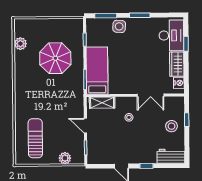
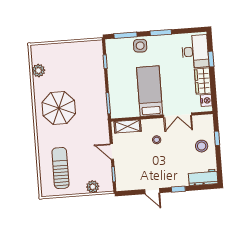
parasol: (55, 58) -> (59, 108), moved
bed: (97, 71) -> (150, 91), moved

